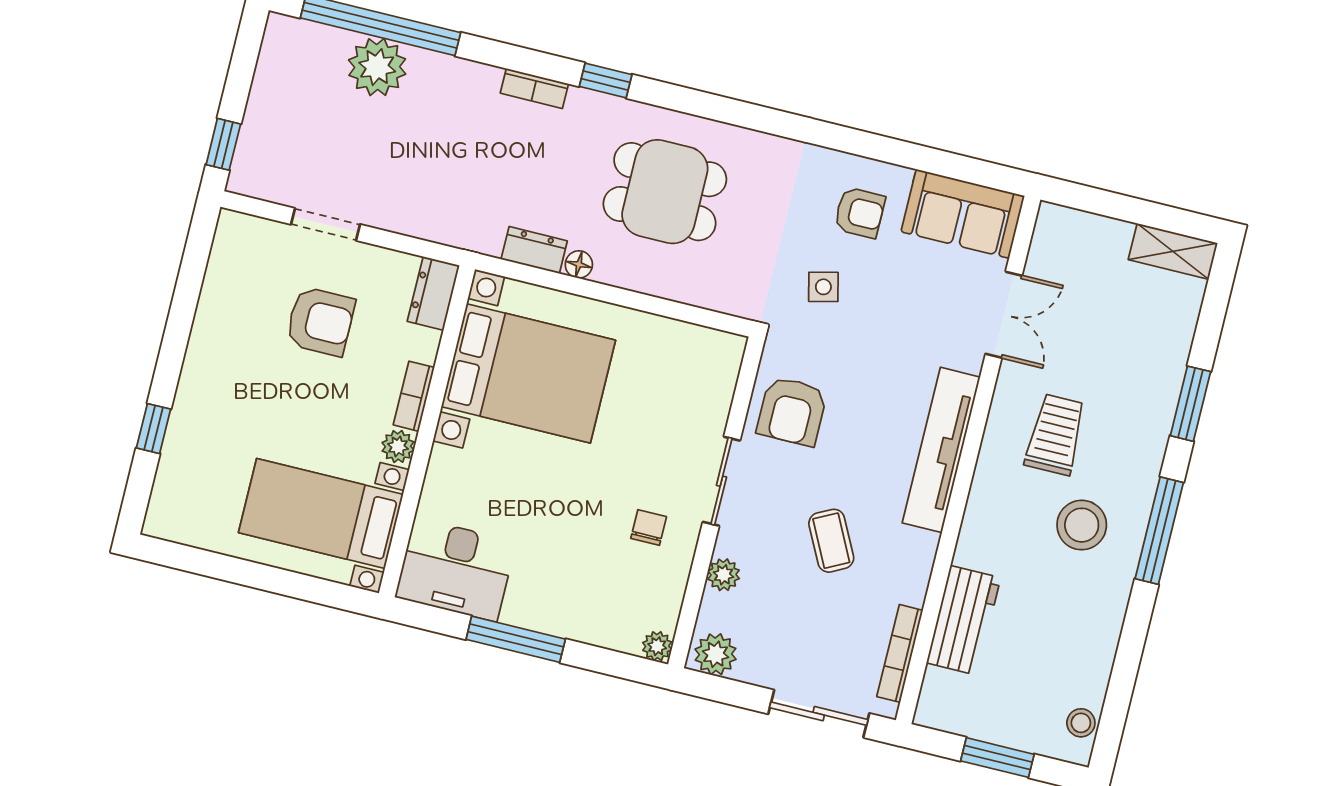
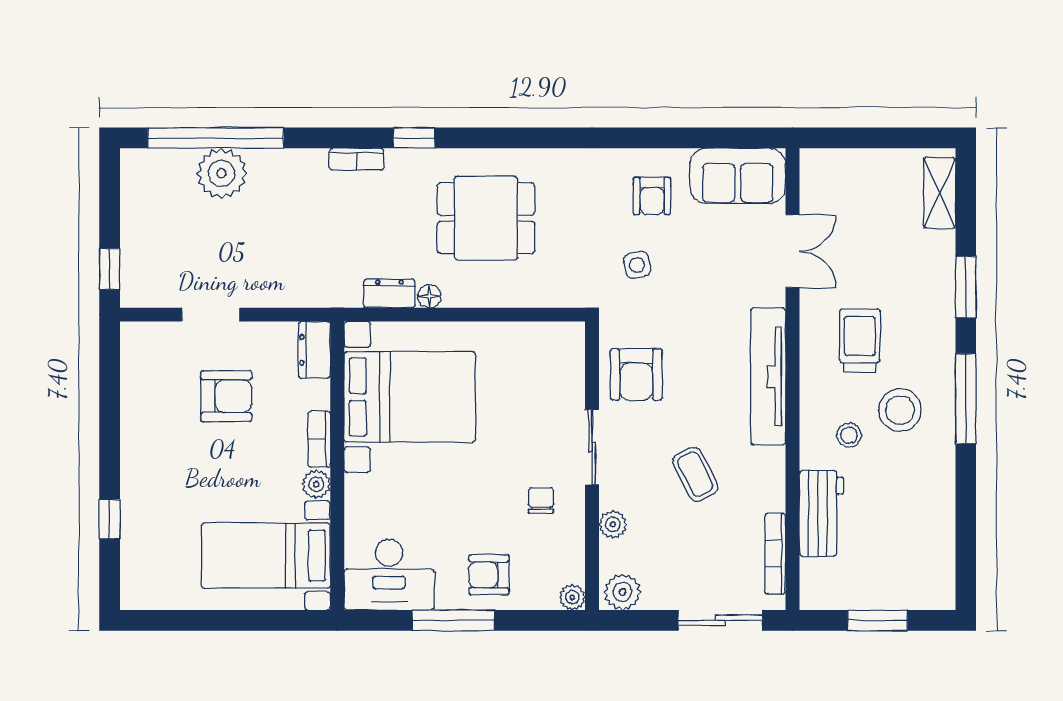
armchair: (860, 213) -> (652, 196), turned 90
shelving: (1173, 251) -> (940, 193), moved, turned 90
armchair: (569, 597) -> (489, 575), added
stool: (1081, 723) -> (849, 435), moved

